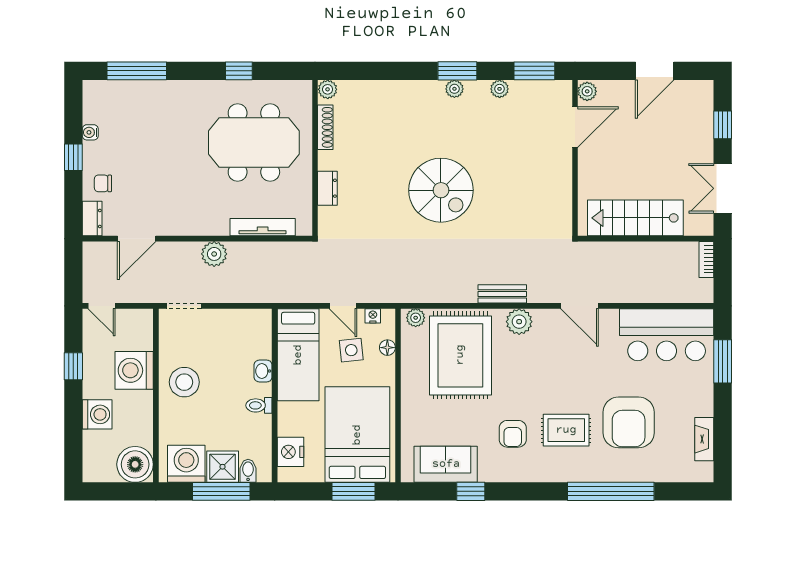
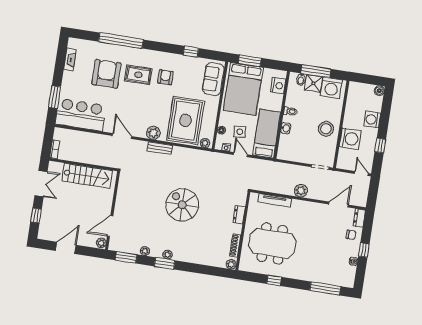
boiler: (135, 464) -> (379, 91), moved, width x0.54, depth x0.54
sofa: (446, 464) -> (213, 79), moved, turned 90

